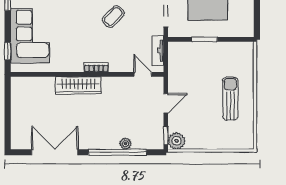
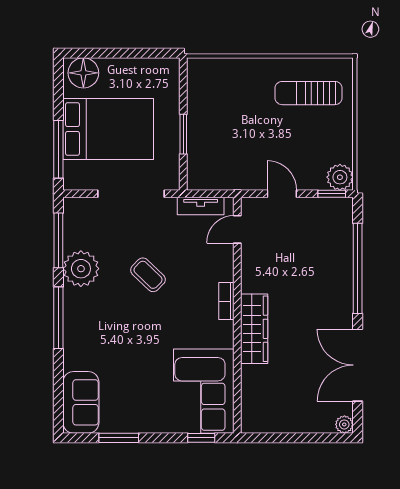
corner sofa: (30, 36) -> (204, 391), moved, turned -90
sun lounger: (230, 99) -> (309, 93), moved
plant: (126, 144) -> (344, 424), moved

